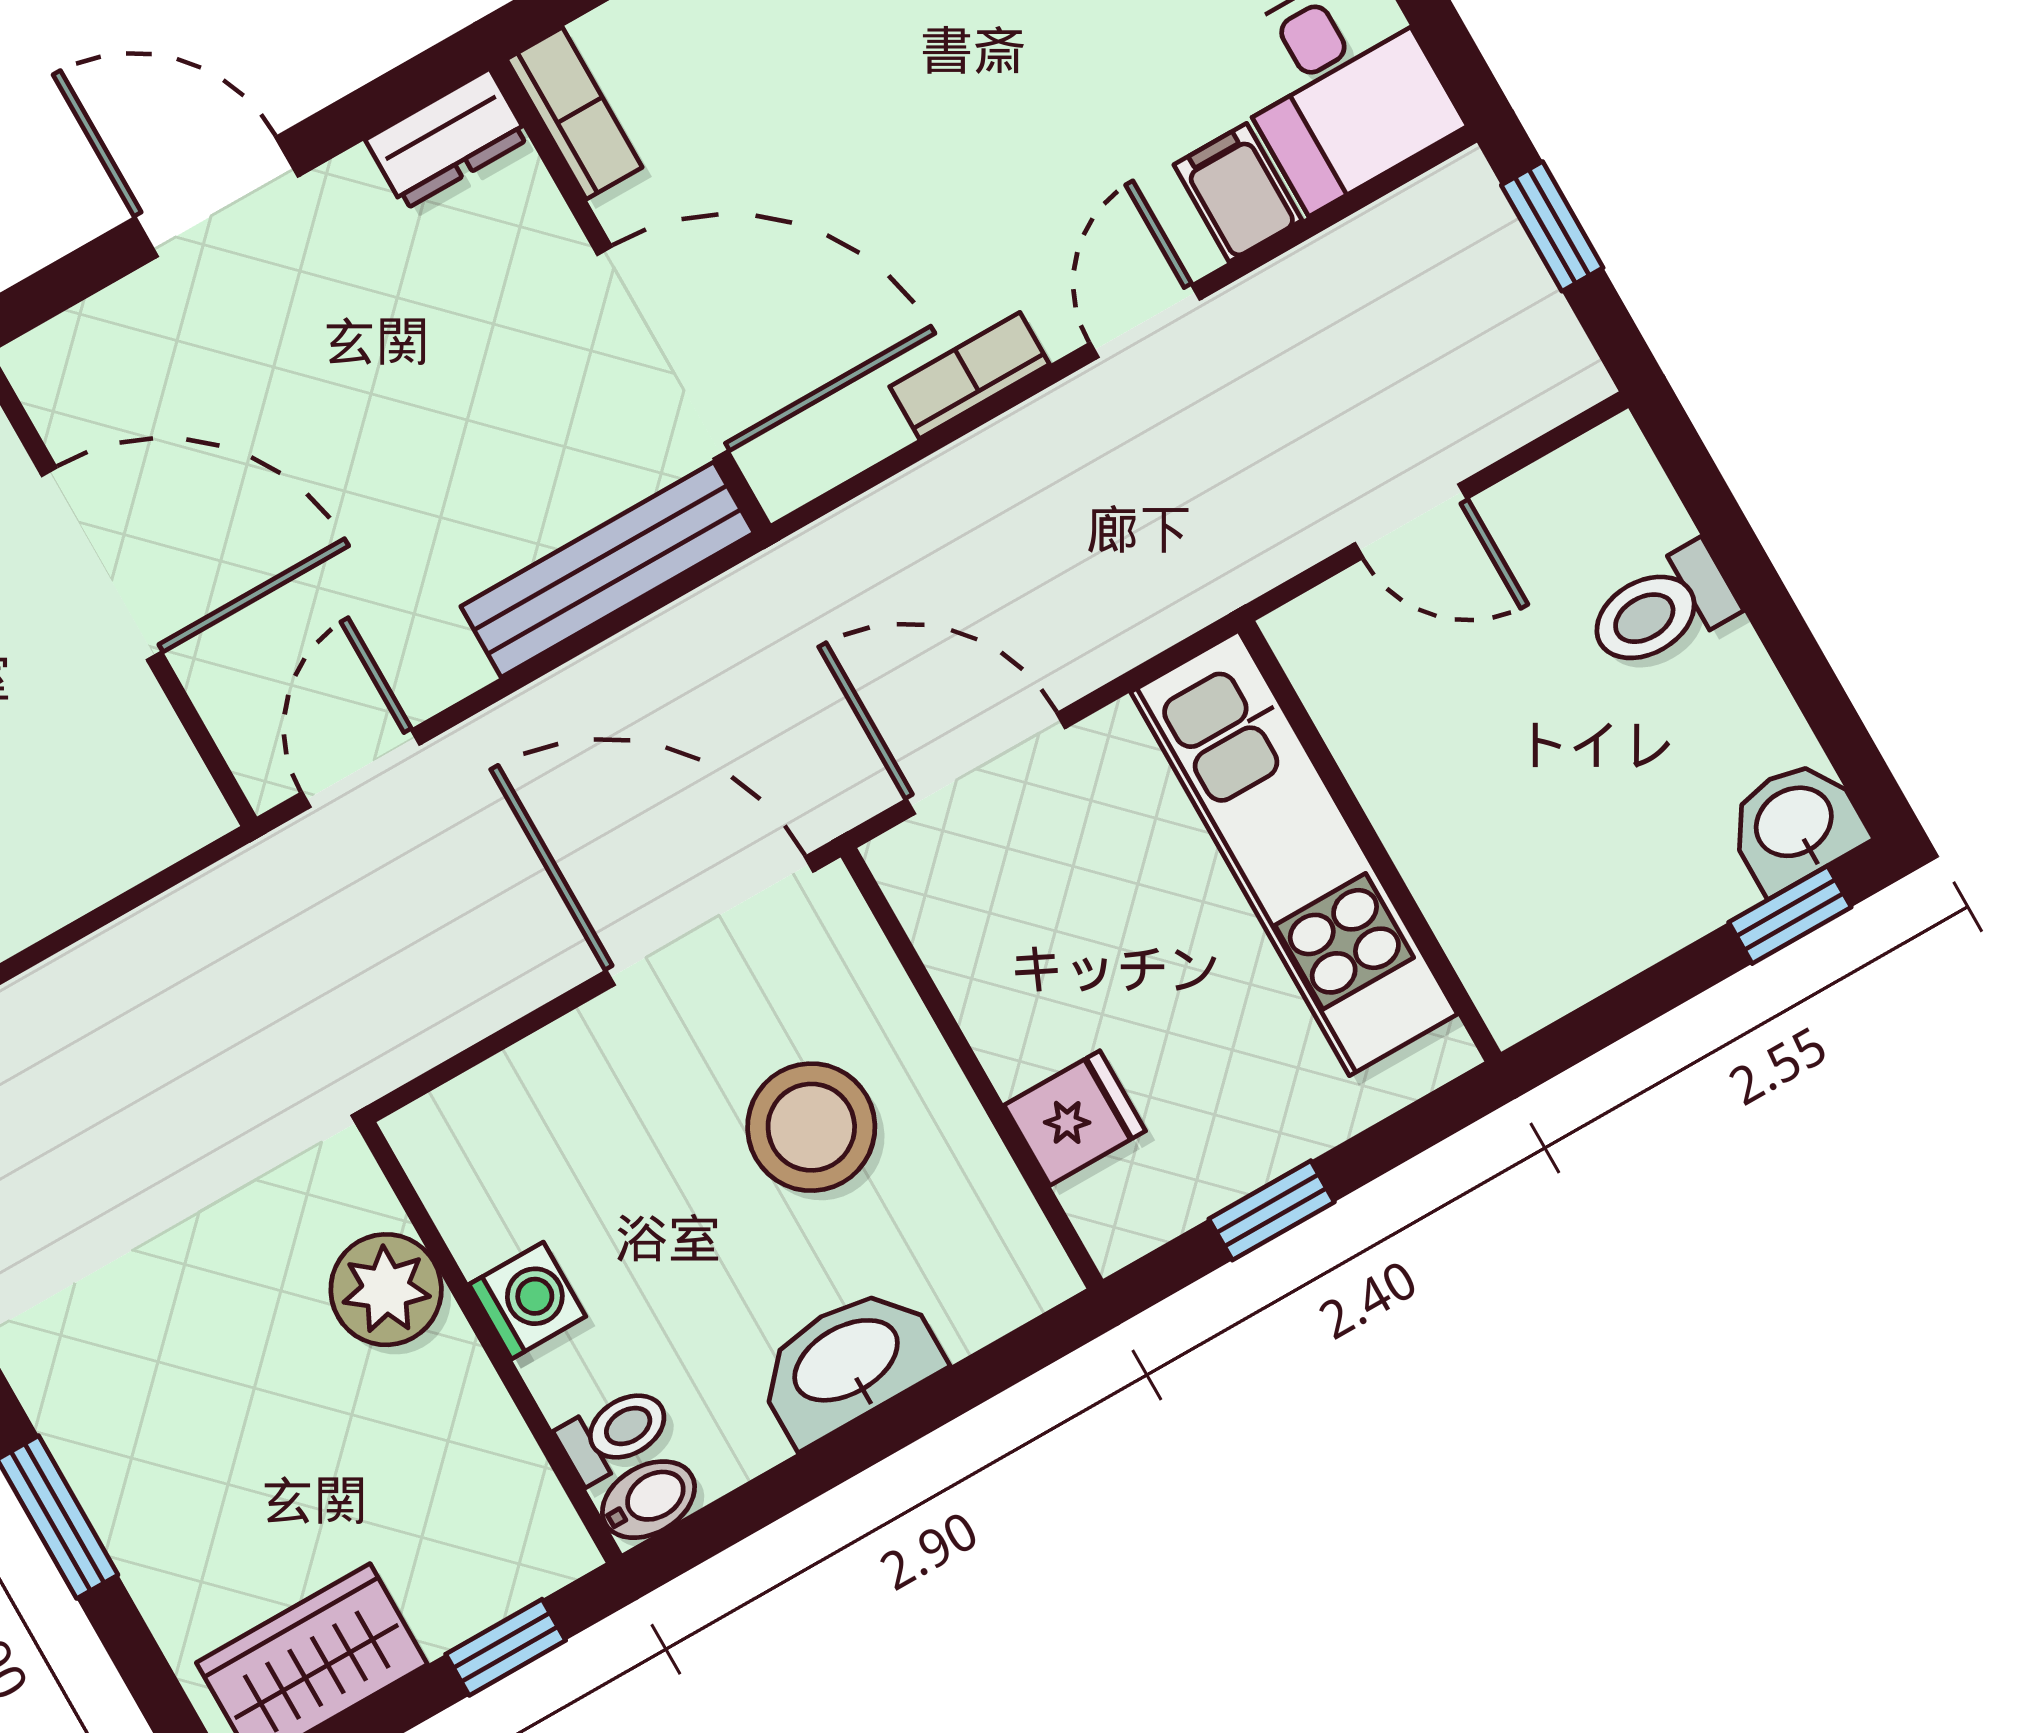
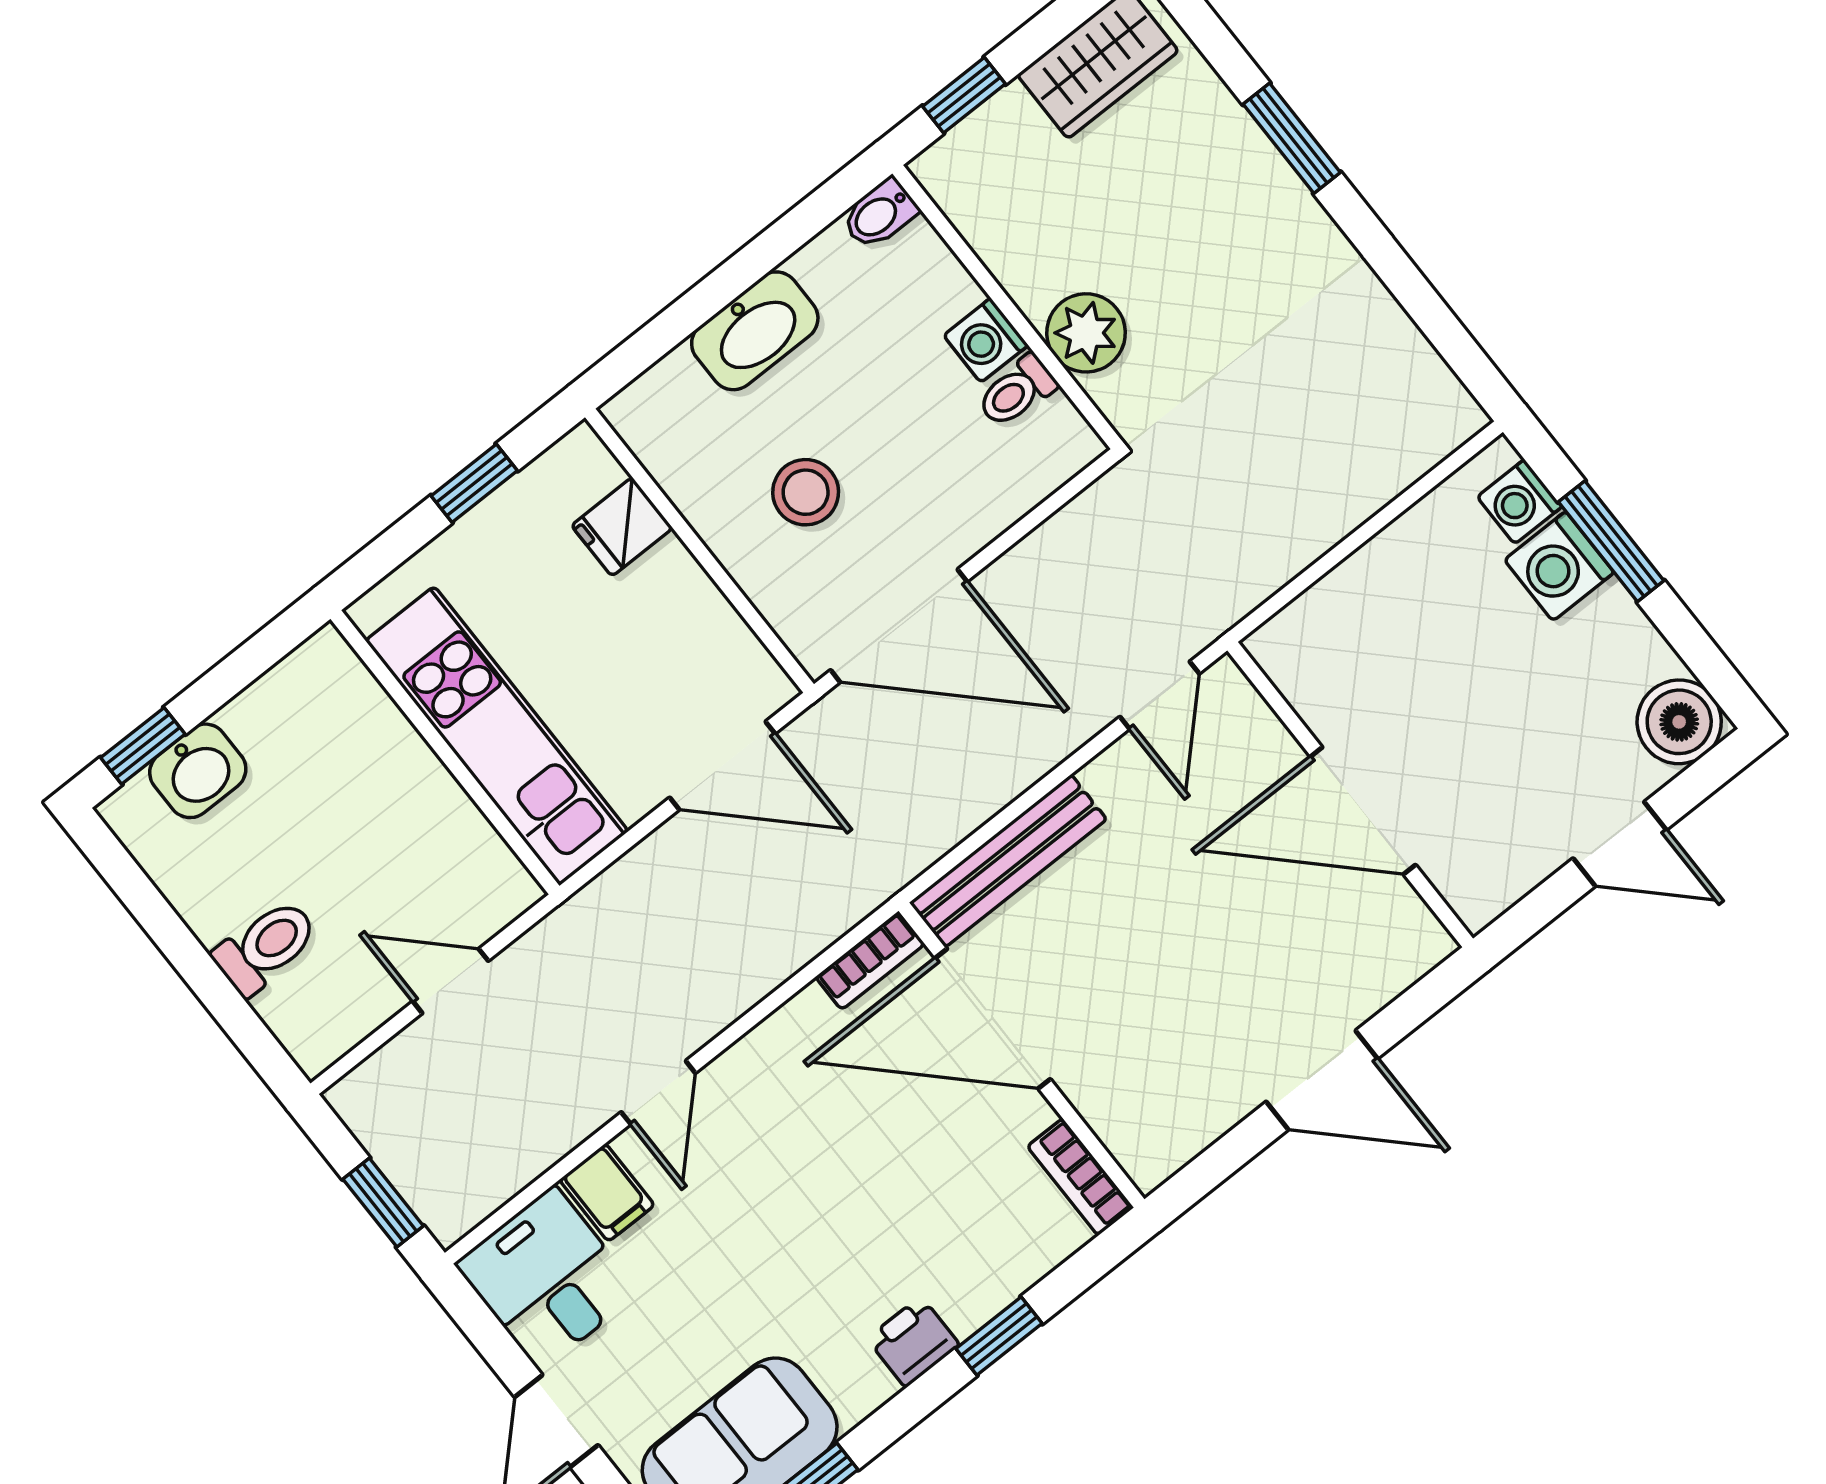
dresser: (447, 139) -> (1166, 1145), removed
bookcase: (970, 375) -> (870, 960), moved
washbasin: (1795, 824) -> (198, 771), moved
stool: (811, 1127) -> (806, 492), width x0.73, depth x0.73
toilet: (615, 1433) -> (1017, 391), moved

